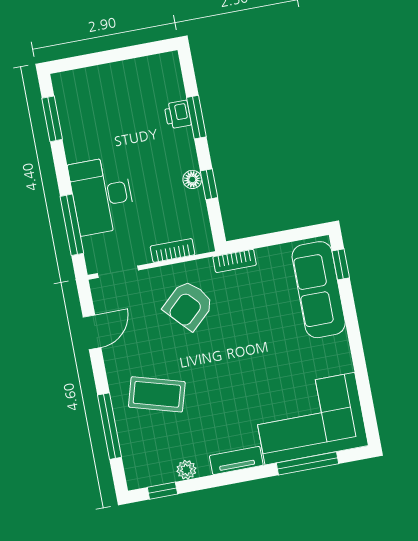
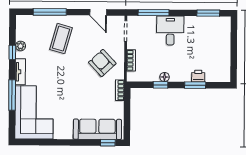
desk: (102, 196) -> (170, 31), width x0.73
window: (308, 463) -> (12, 95), moved
window: (162, 491) -> (12, 52), moved

